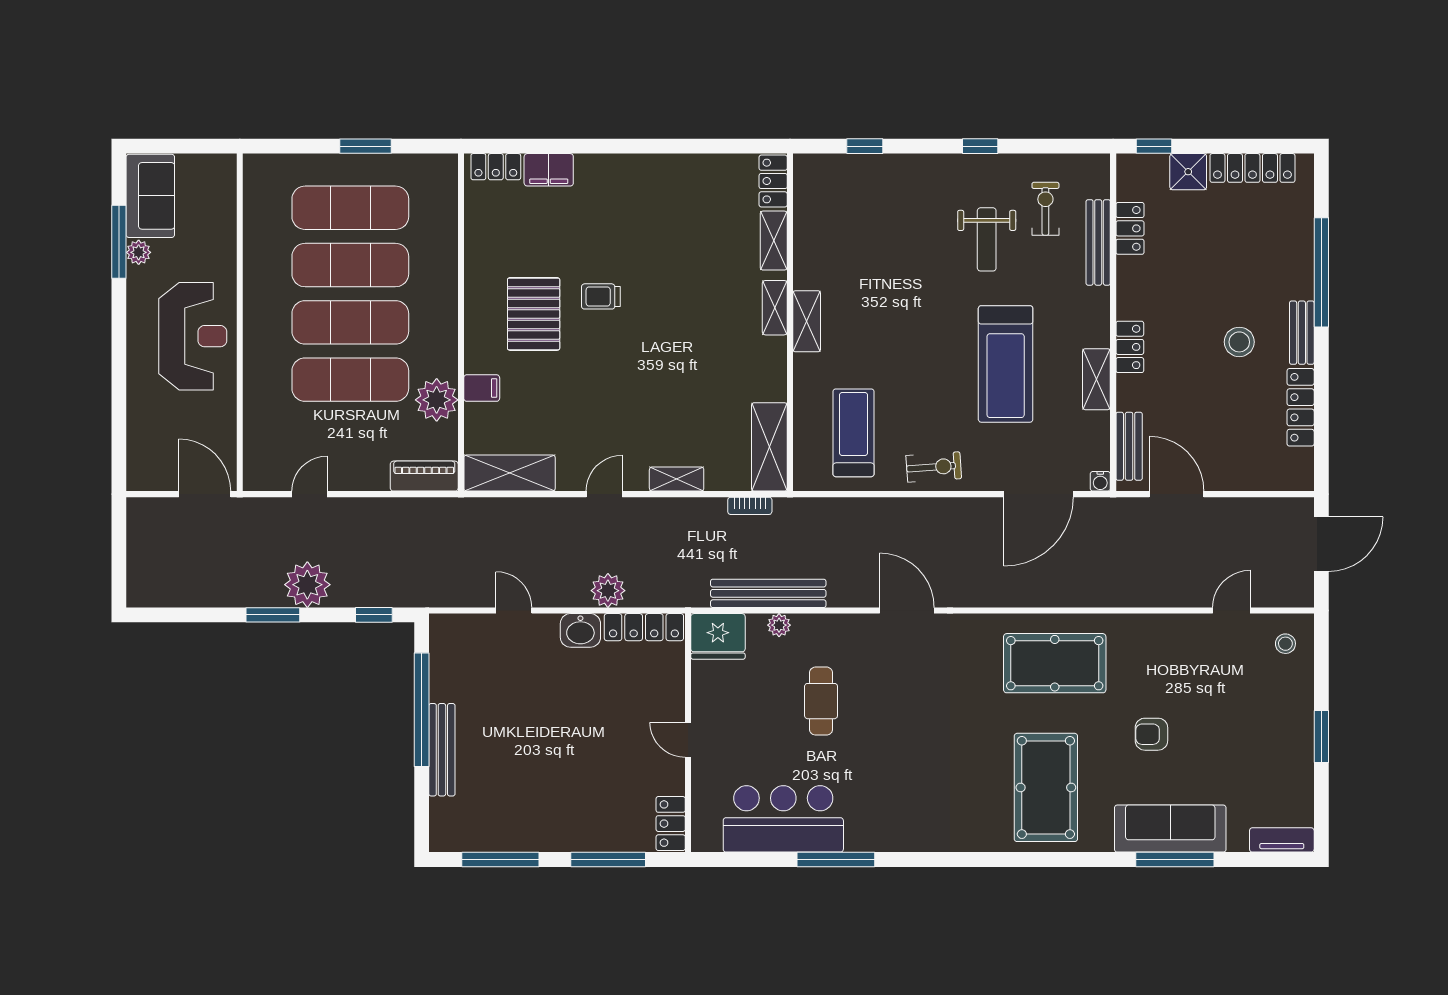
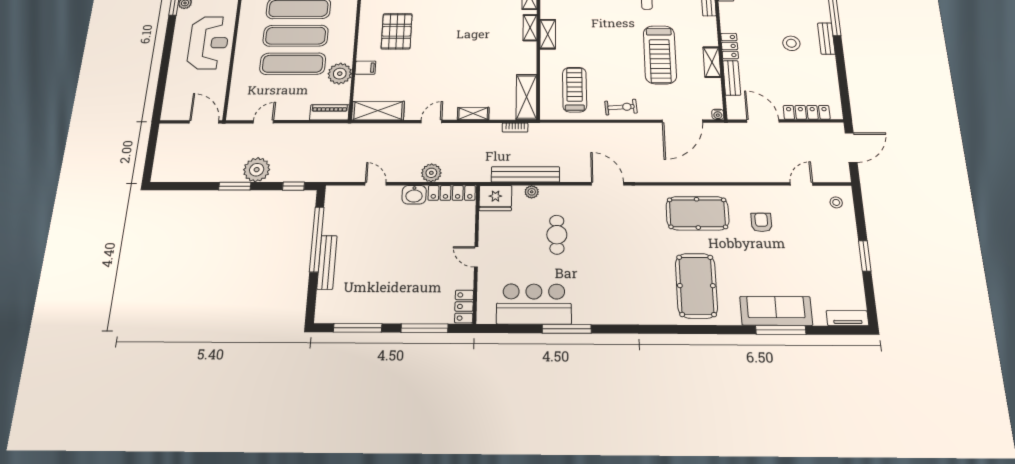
trolley: (601, 296) -> (434, 23), removed
locker: (1301, 407) -> (807, 112), moved, turned 90
bench: (1129, 446) -> (732, 78), moved
armchair: (1151, 734) -> (761, 222), moved, turned 90

